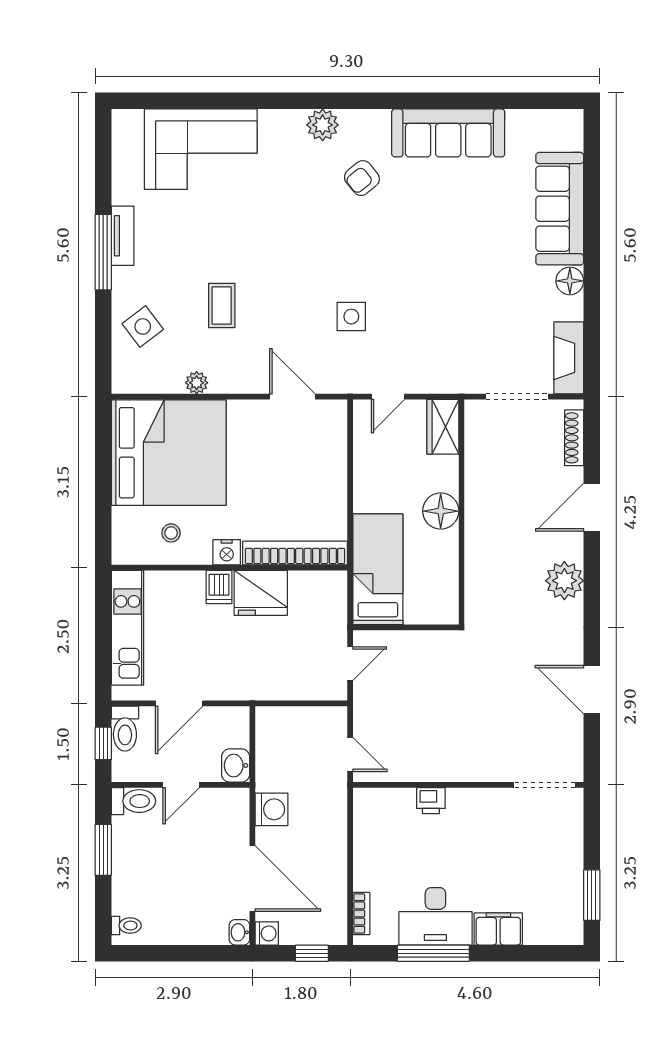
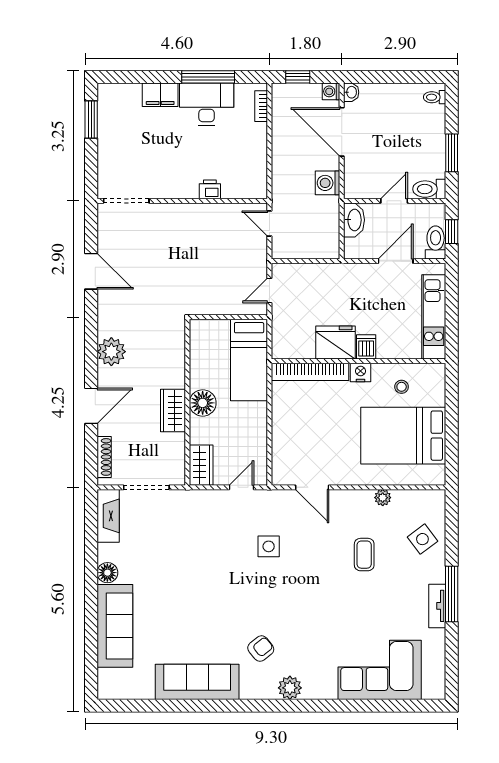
bed: (169, 453) -> (403, 436), width x0.73
wardrobe: (481, 501) -> (173, 410), added
washbasin: (236, 765) -> (354, 220), width x1.38

